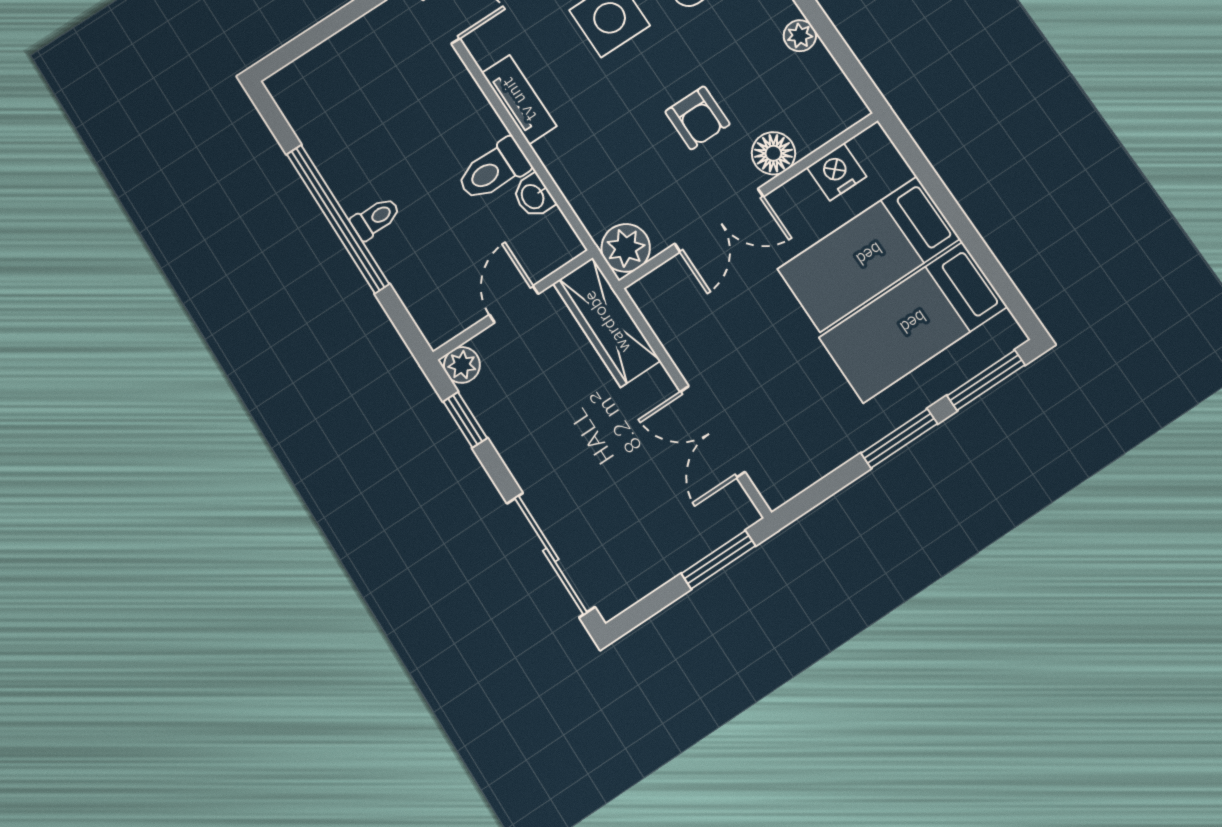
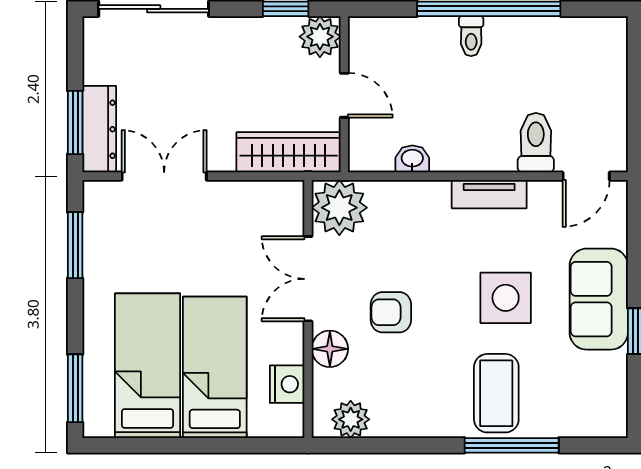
plant: (800, 36) -> (351, 419), moved, width x1.38, depth x1.38
toilet: (493, 170) -> (536, 143), moved
plant: (626, 248) -> (339, 208), width x1.36, depth x1.36
plant: (462, 365) -> (320, 37), width x1.38, depth x1.38
window: (899, 438) -> (75, 245), moved
dresser: (709, 530) -> (99, 129), added

